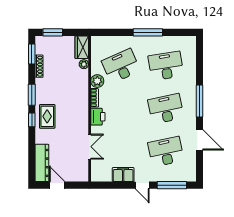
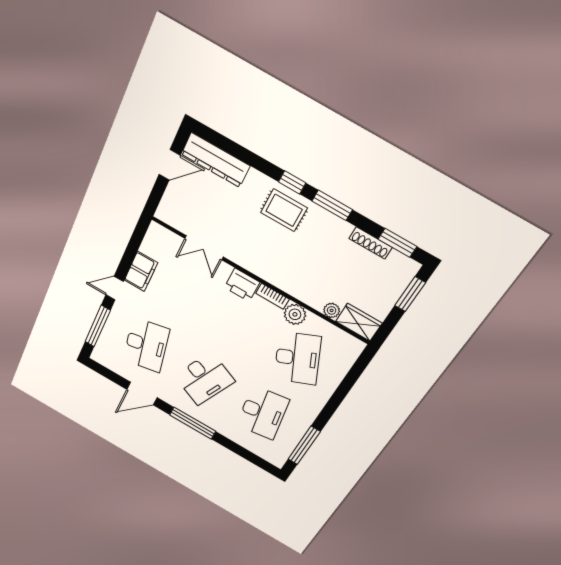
window: (148, 32) -> (304, 445), moved
desk: (166, 109) -> (204, 379), turned 36

